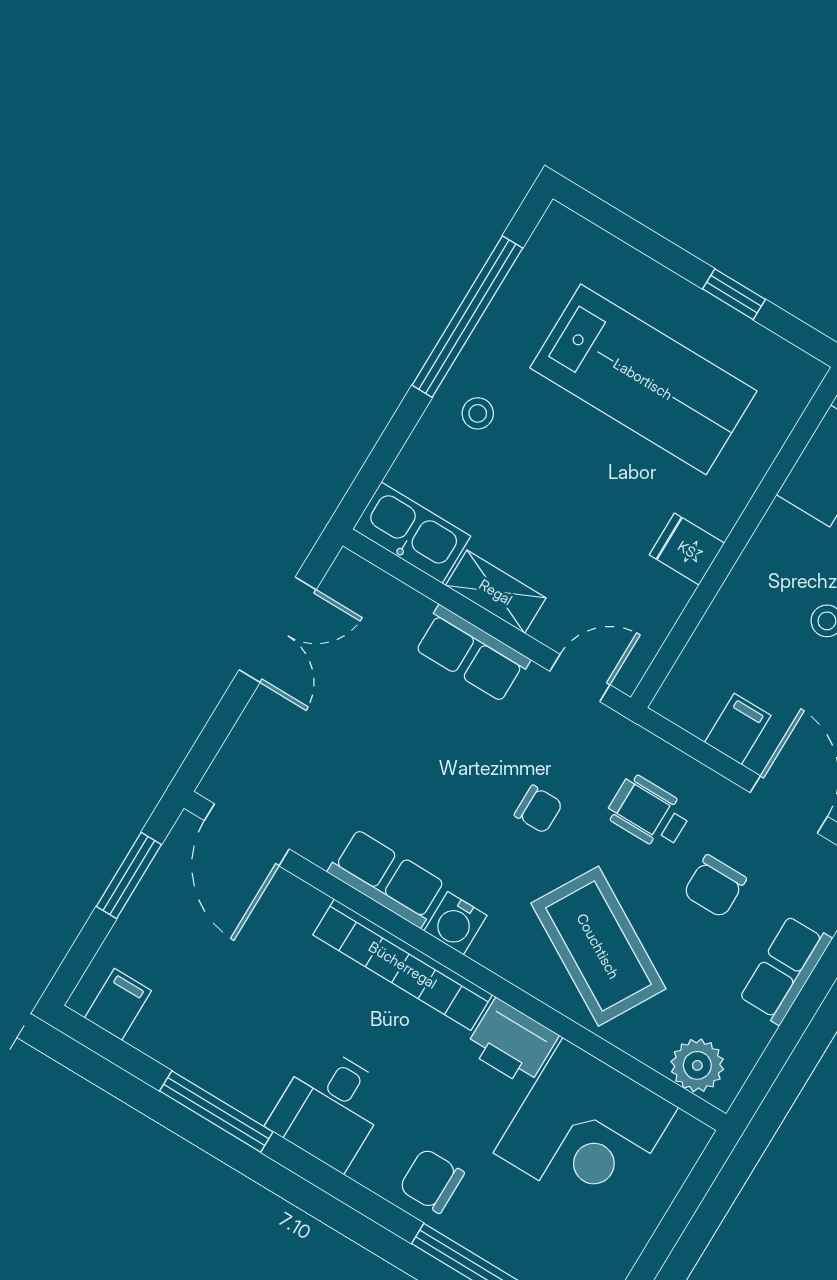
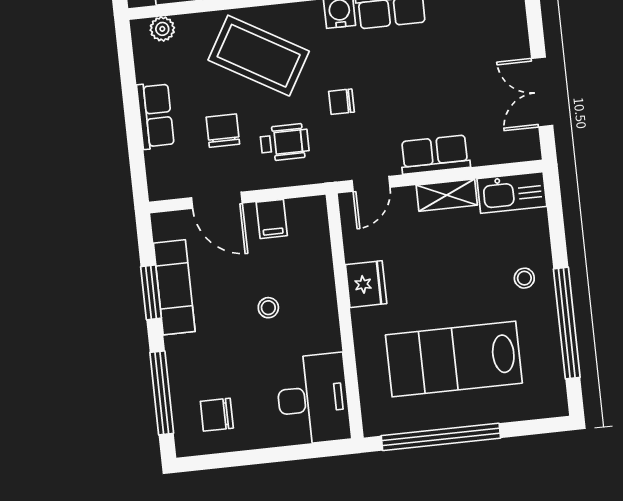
window: (734, 294) -> (441, 437), width x3.17
fridge: (687, 549) -> (366, 284), width x1.38
plant: (697, 1065) -> (162, 29), width x0.73, depth x0.73

